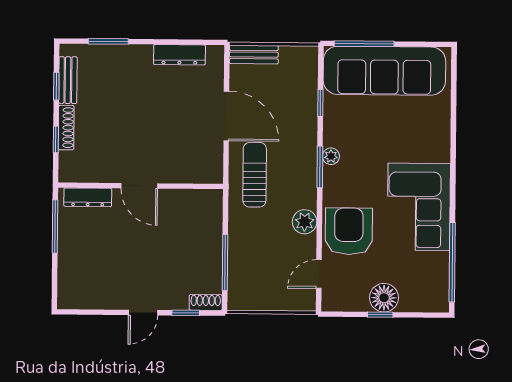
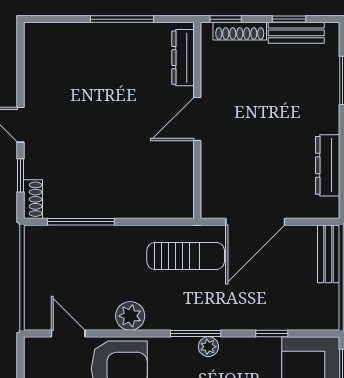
door: (139, 186) -> (197, 119), moved
wall: (141, 186) -> (197, 120), moved
dresser: (88, 197) -> (183, 58), moved

